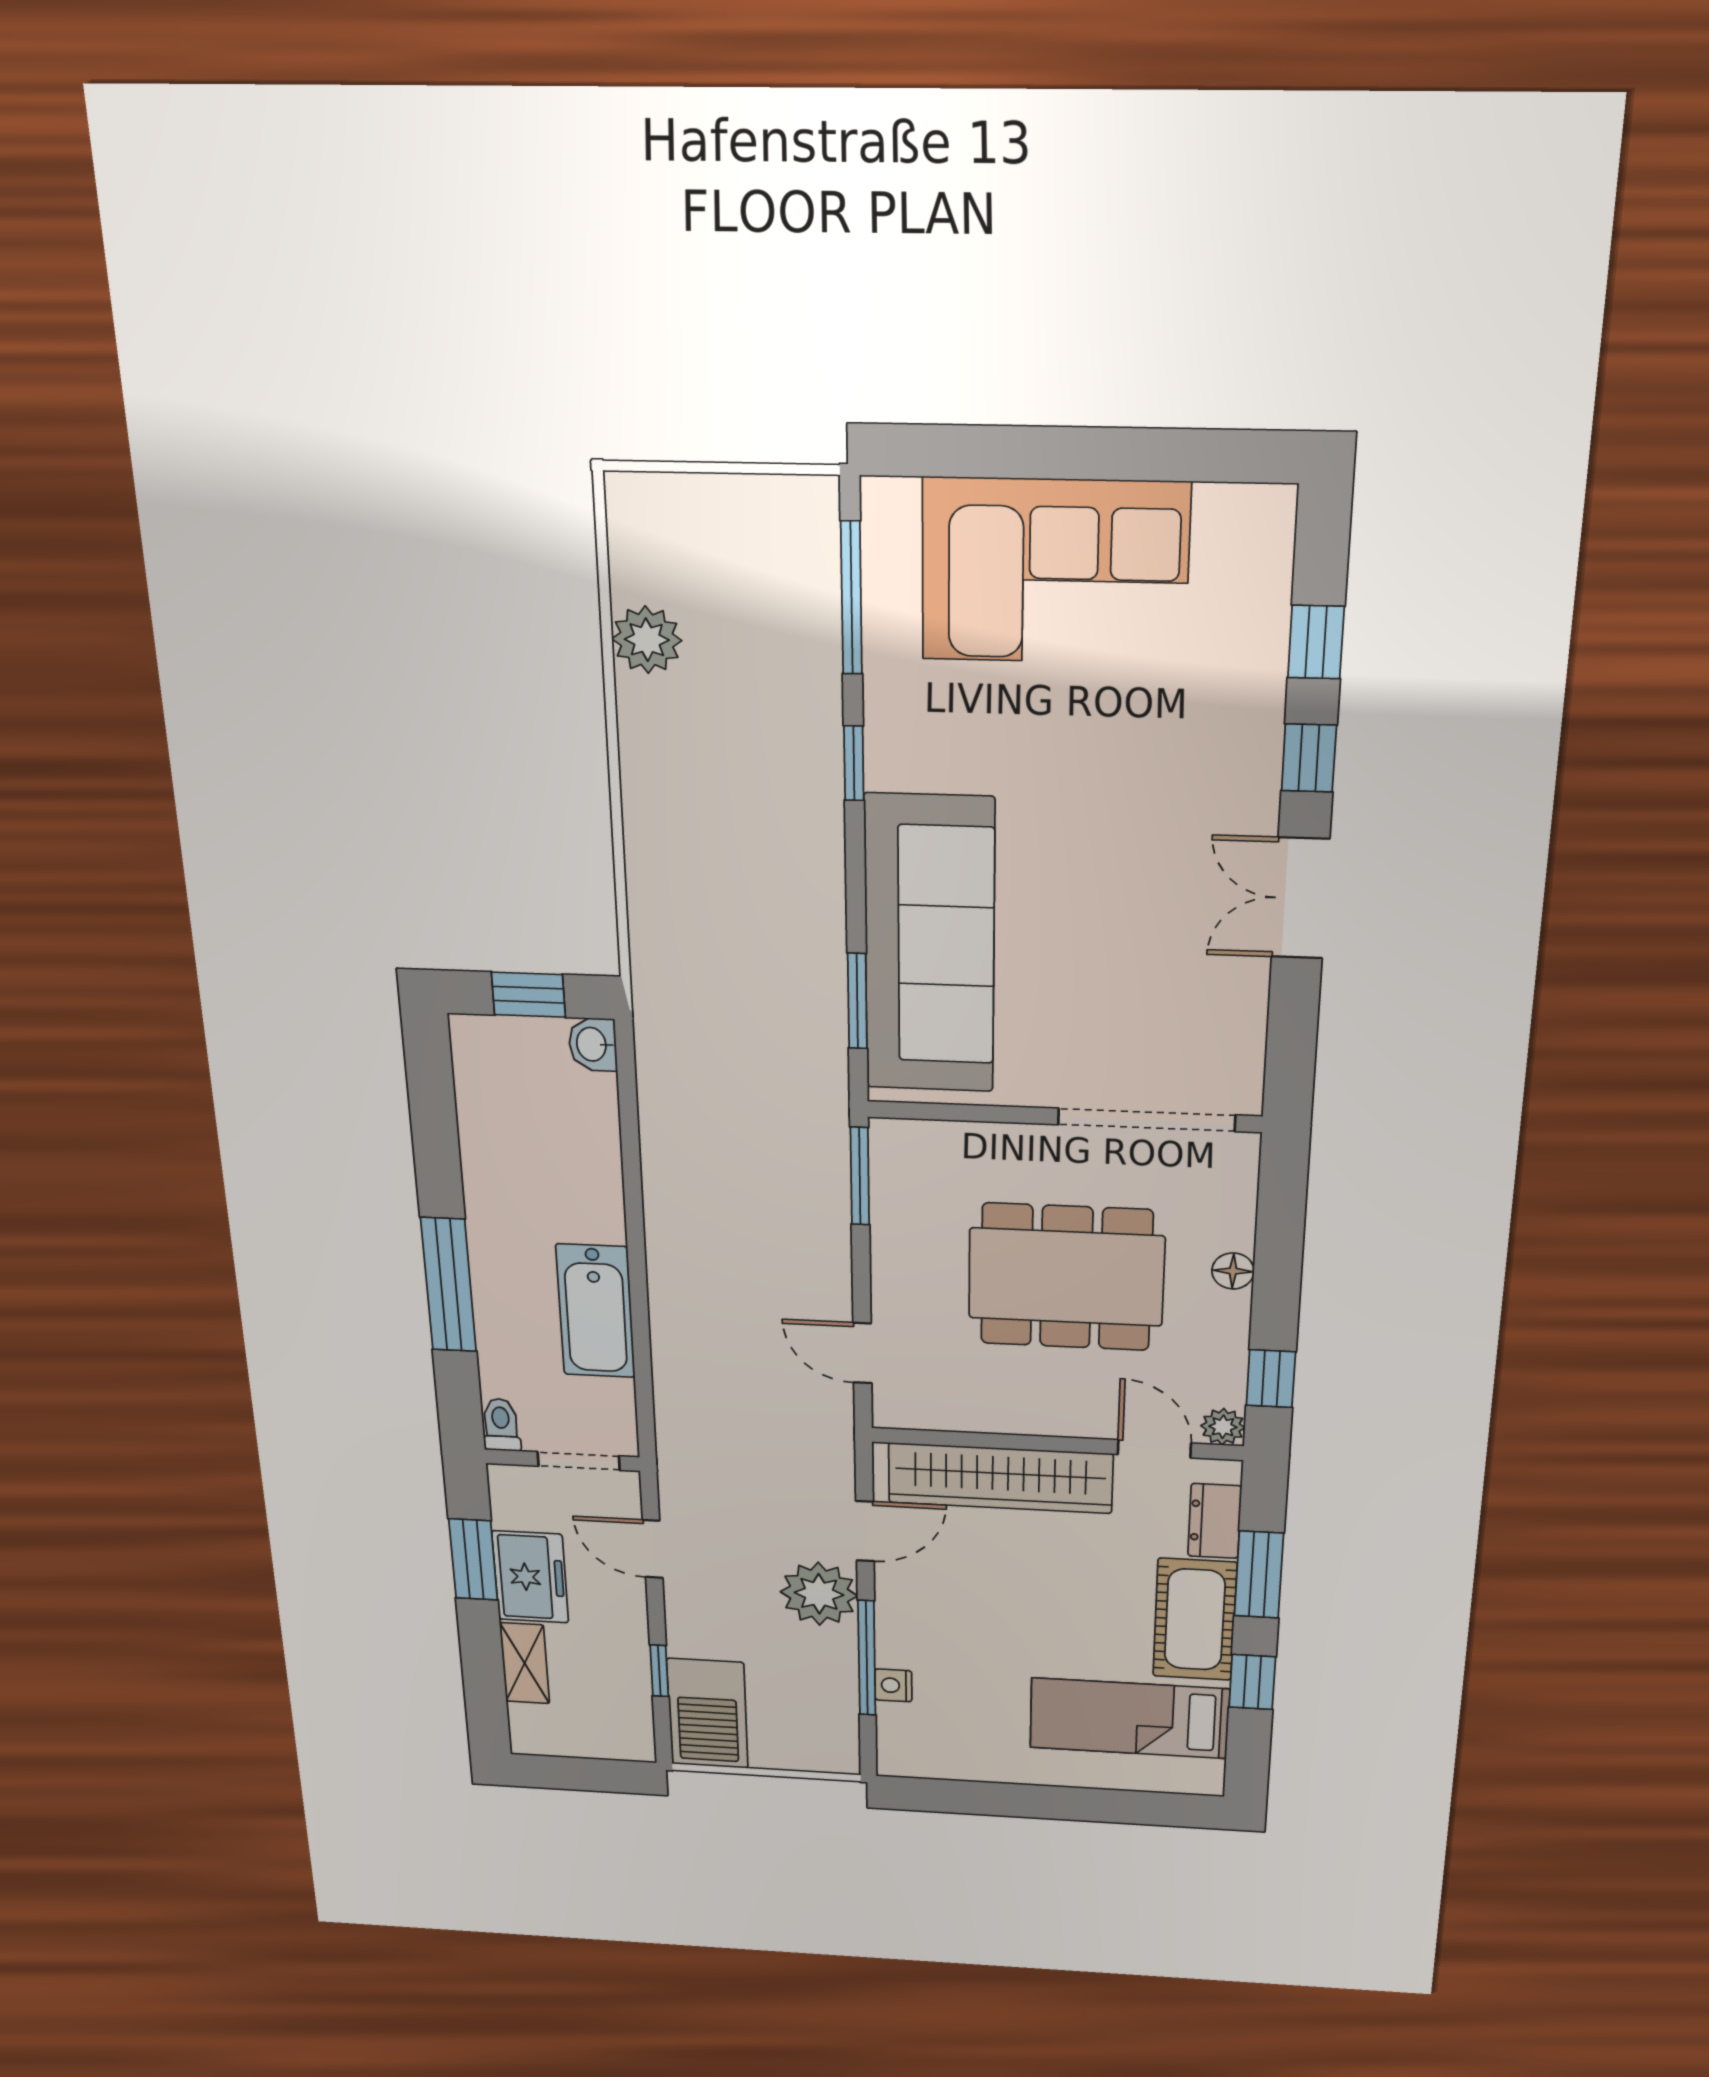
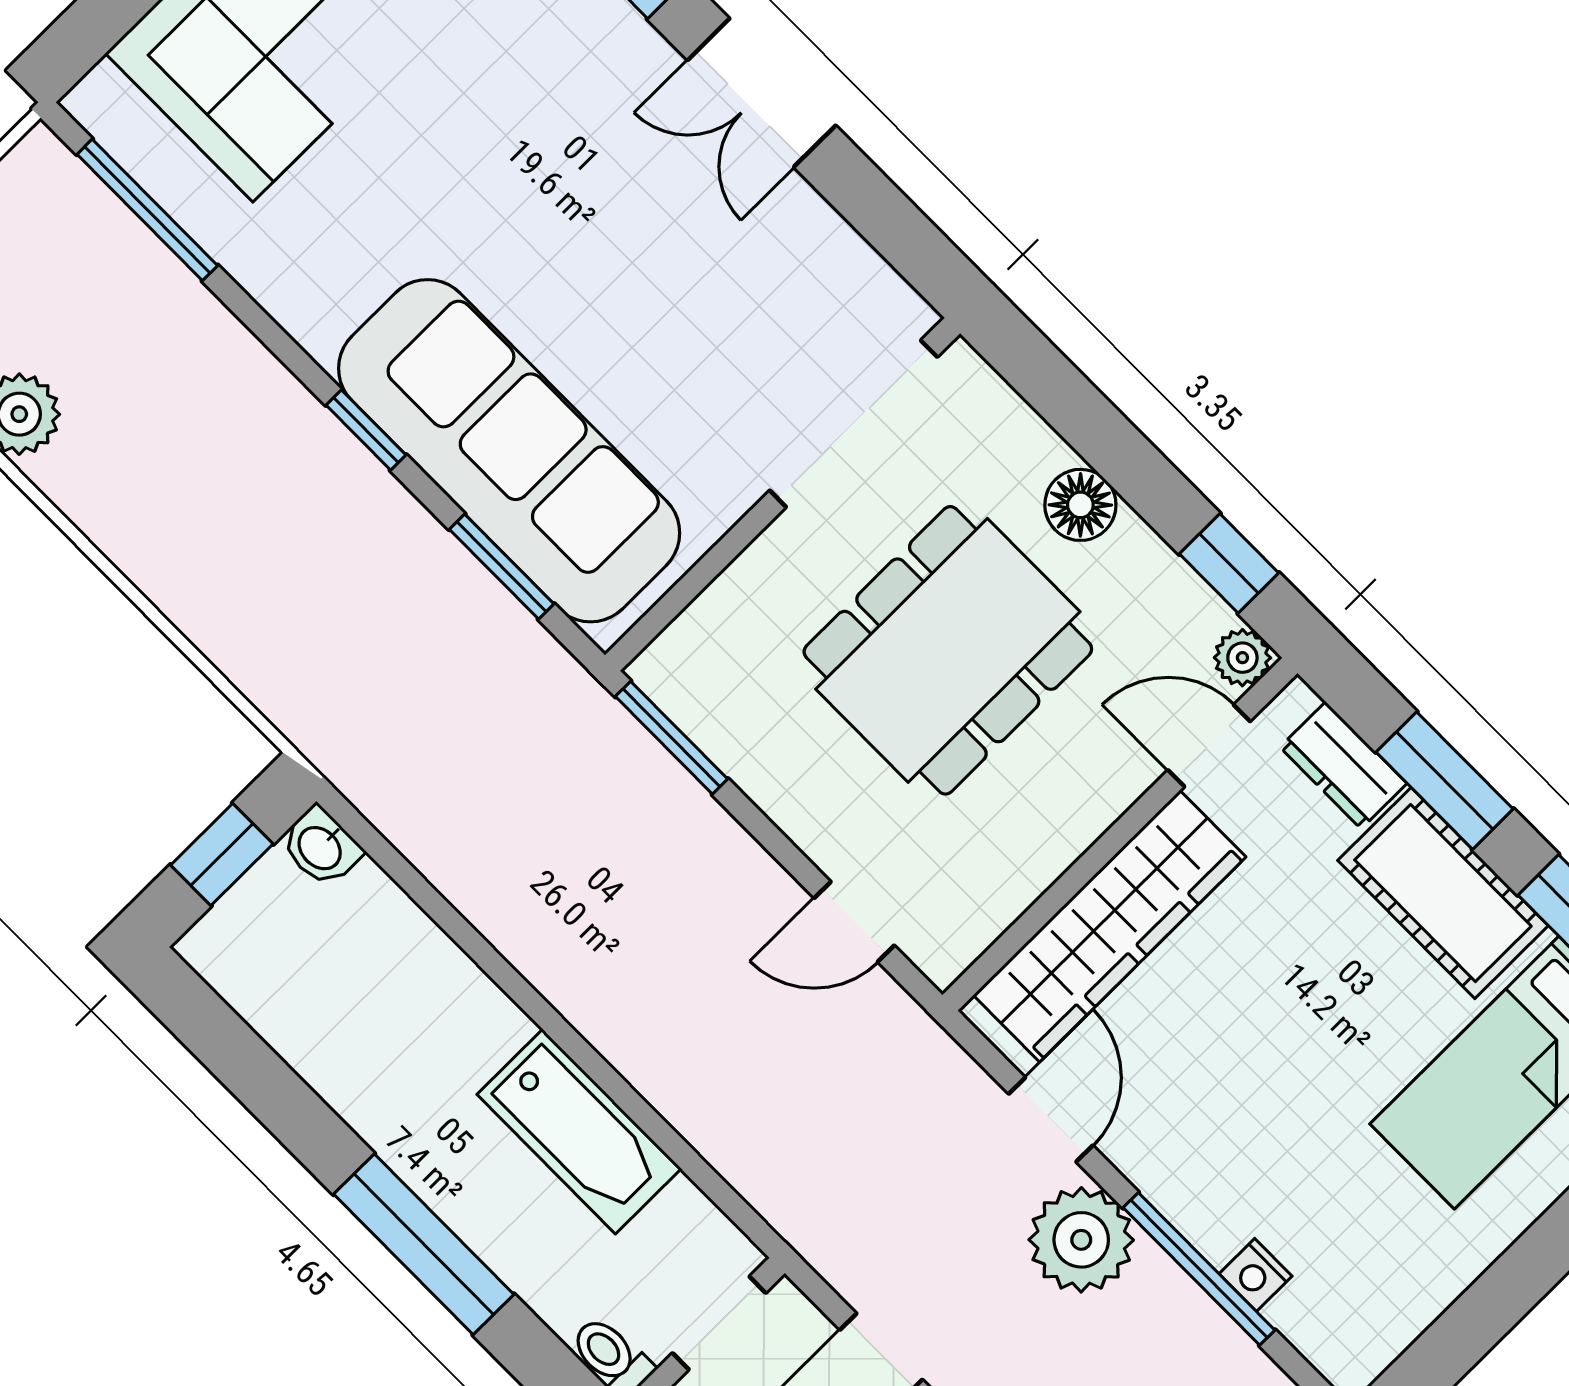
window: (854, 763) -> (366, 430), moved
floor lamp: (1233, 1271) -> (1080, 505), width x1.37, depth x1.37

